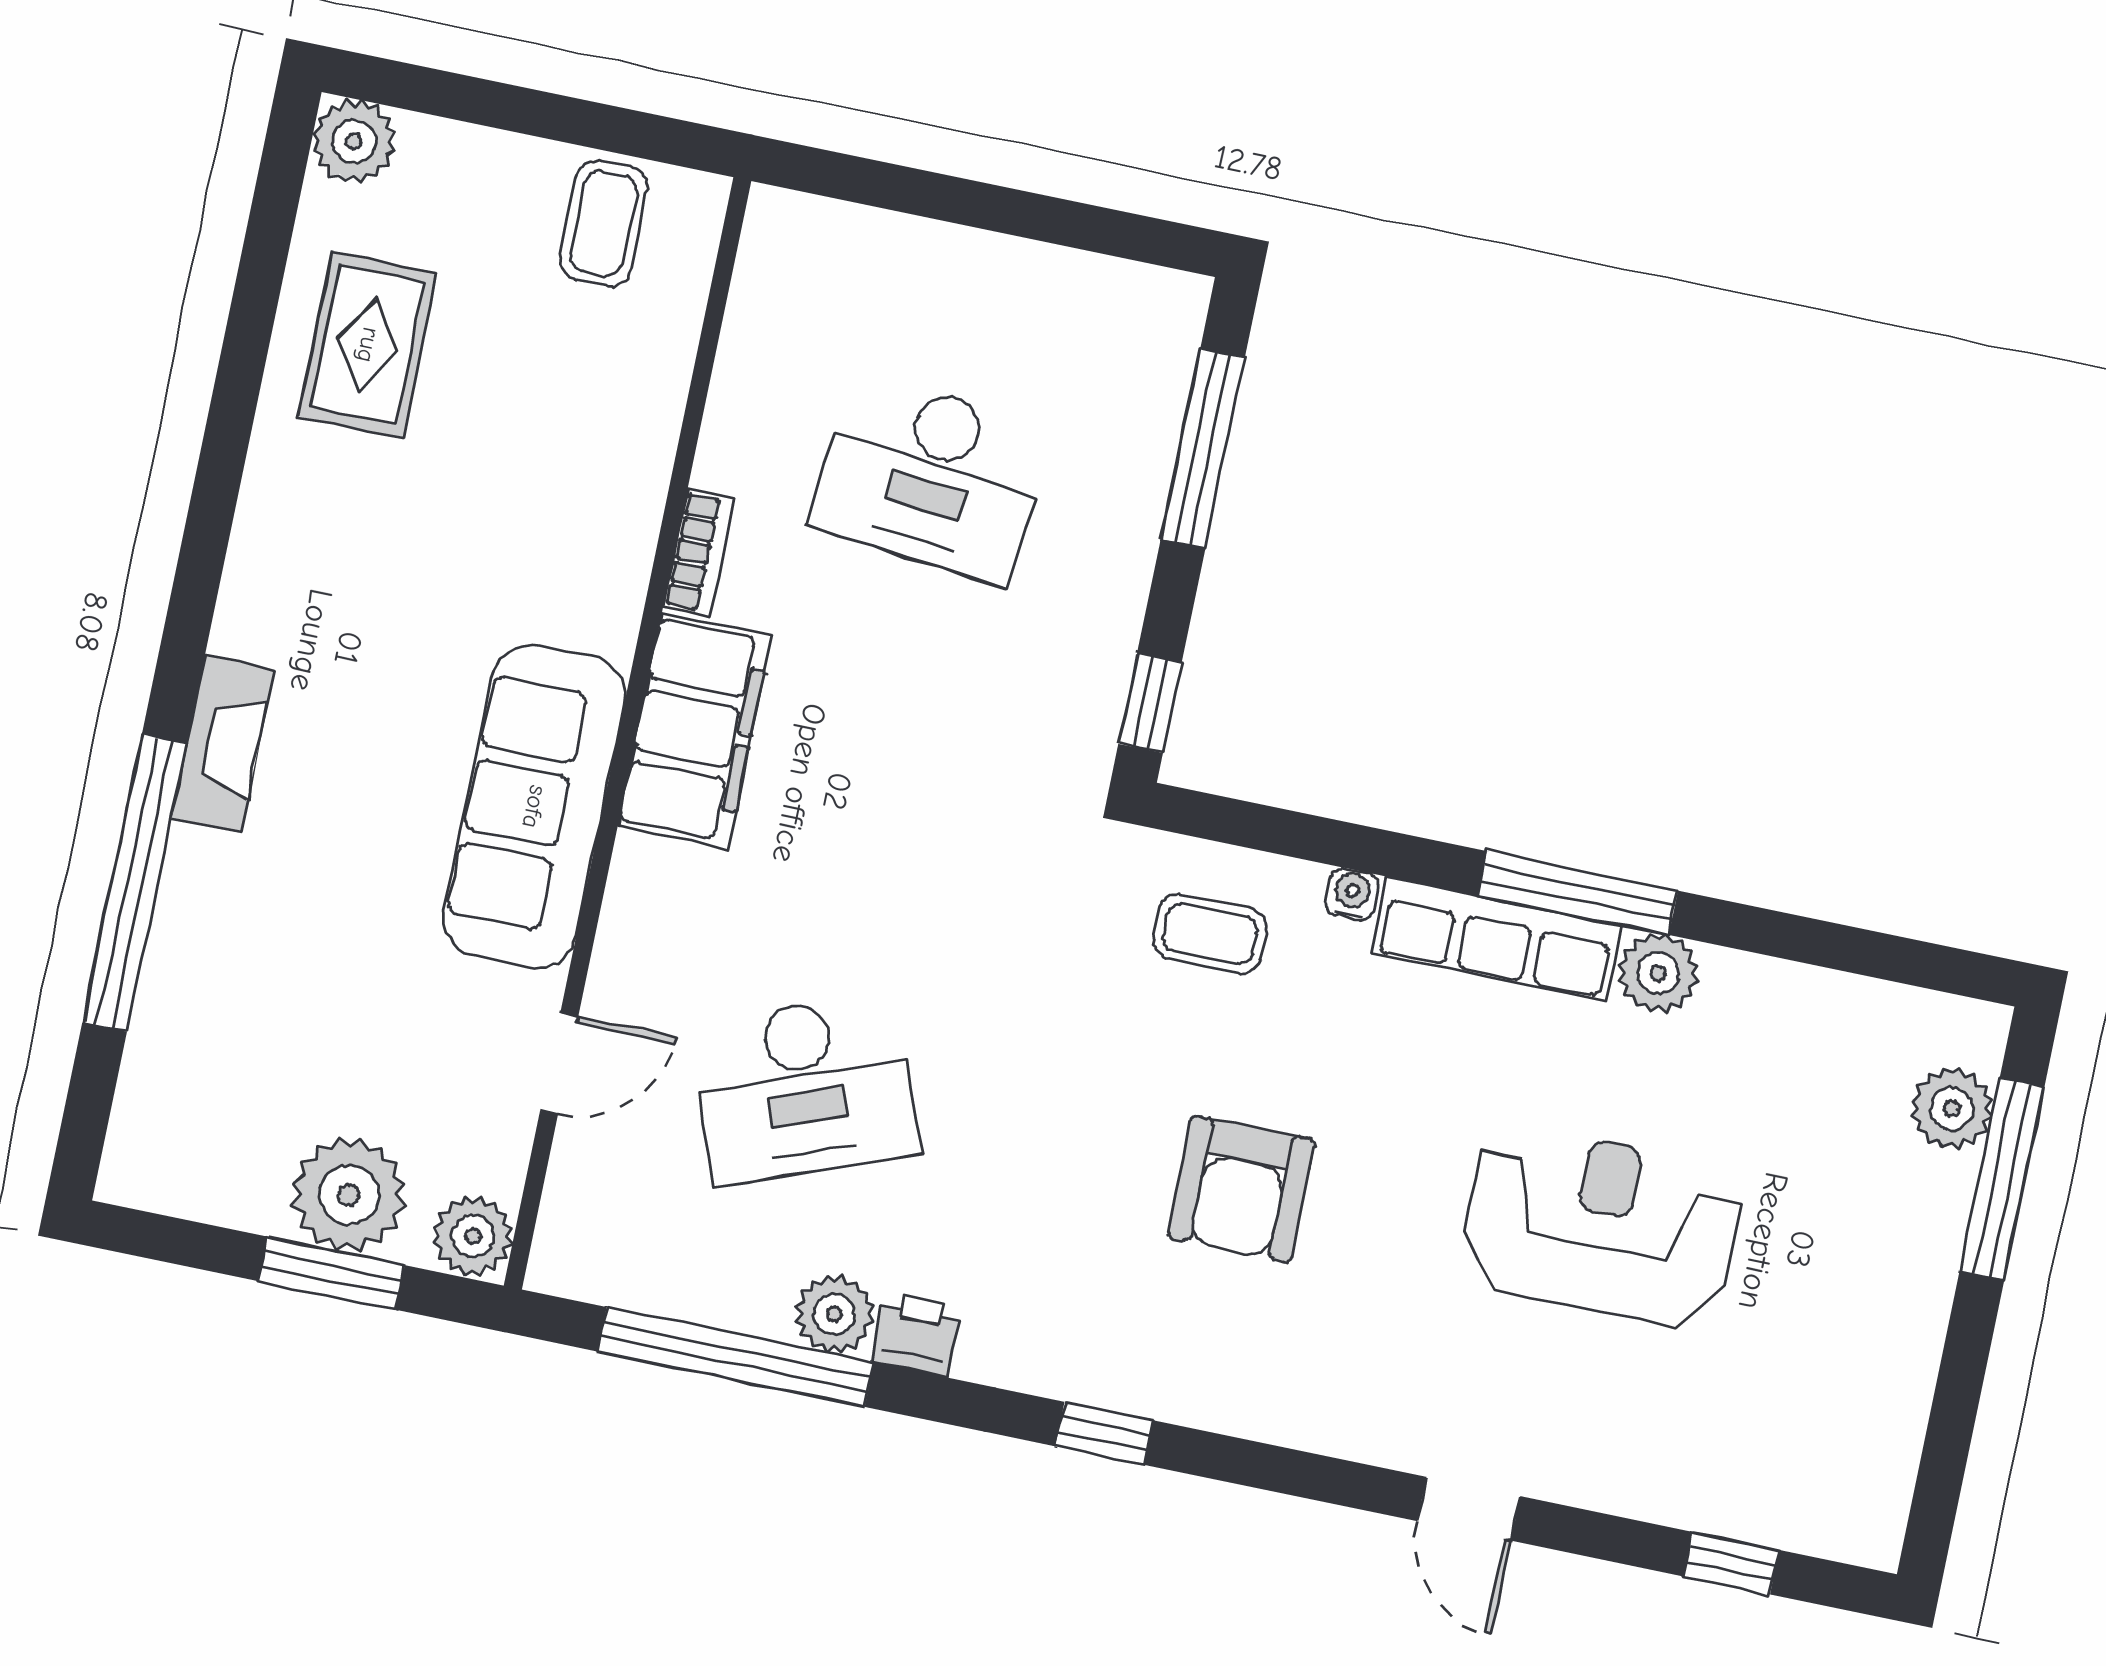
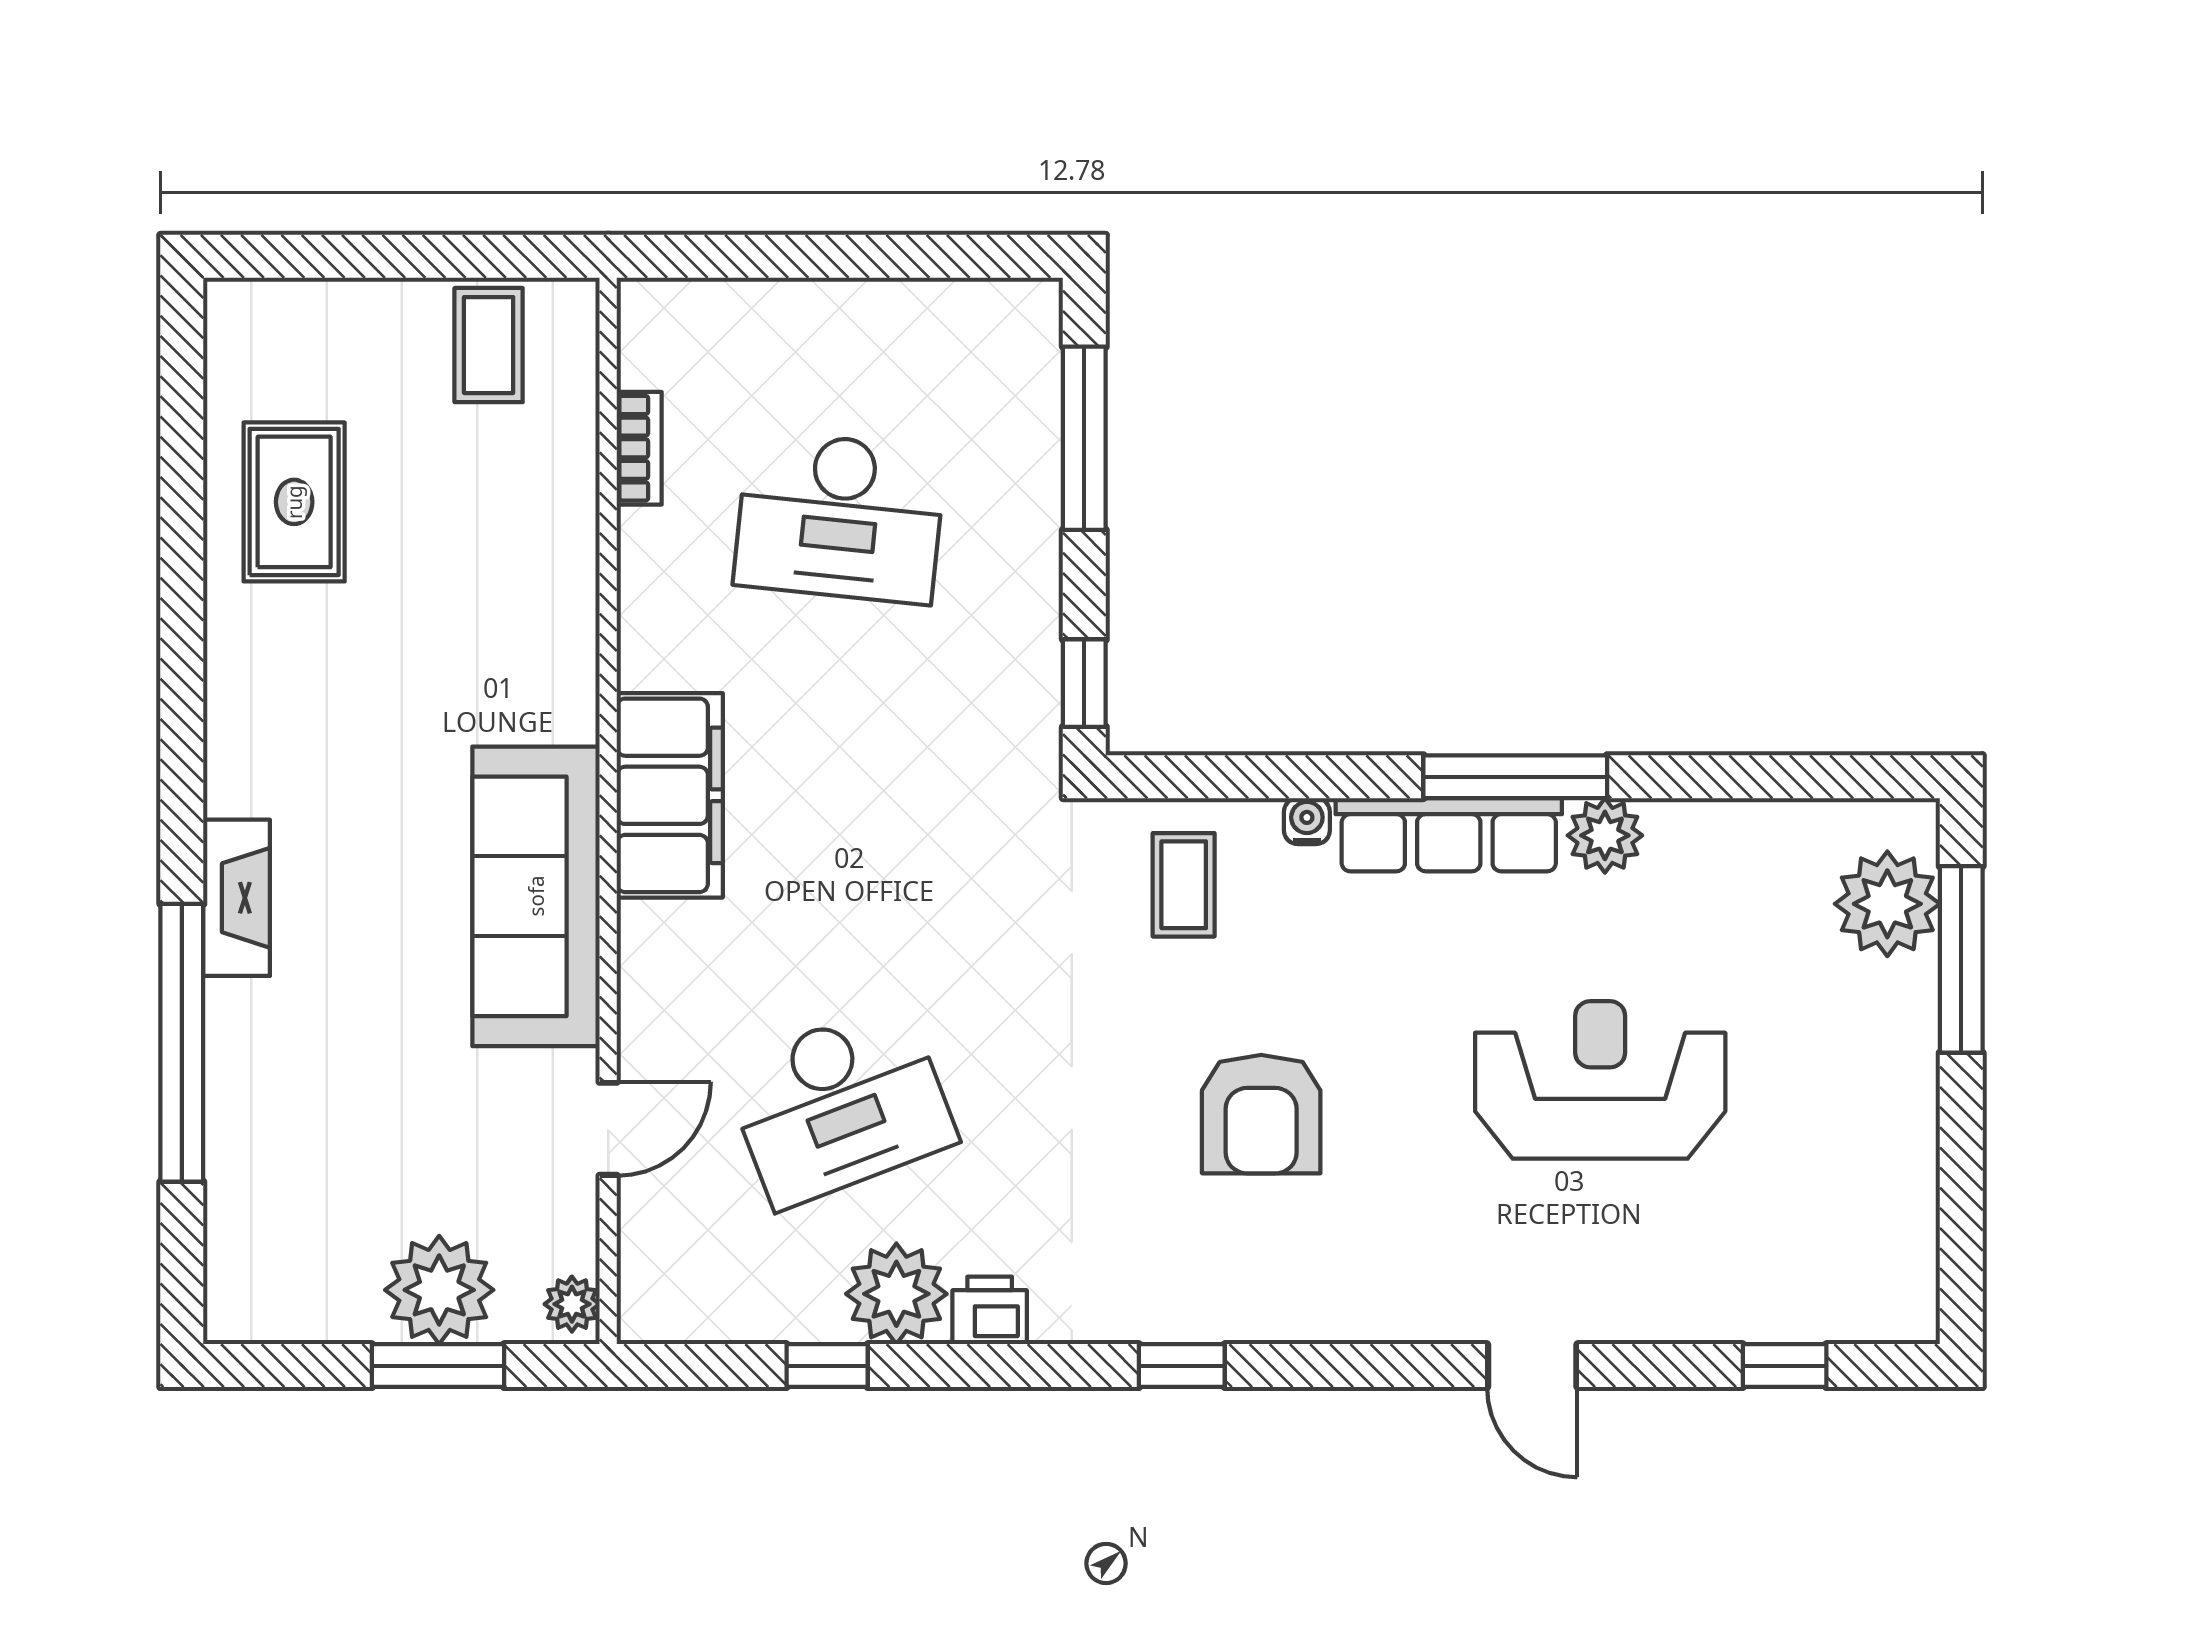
plant: (354, 141) -> (243, 317), removed
bookcase: (699, 553) -> (639, 448), moved
coffee table: (1210, 934) -> (1184, 885), turned 90
plant: (1952, 1108) -> (1887, 904), width x1.36, depth x1.36
plant: (473, 1236) -> (572, 1304), width x0.73, depth x0.73
plant: (834, 1314) -> (896, 1294), width x1.36, depth x1.36
window: (736, 1357) -> (827, 1366), width x0.32

